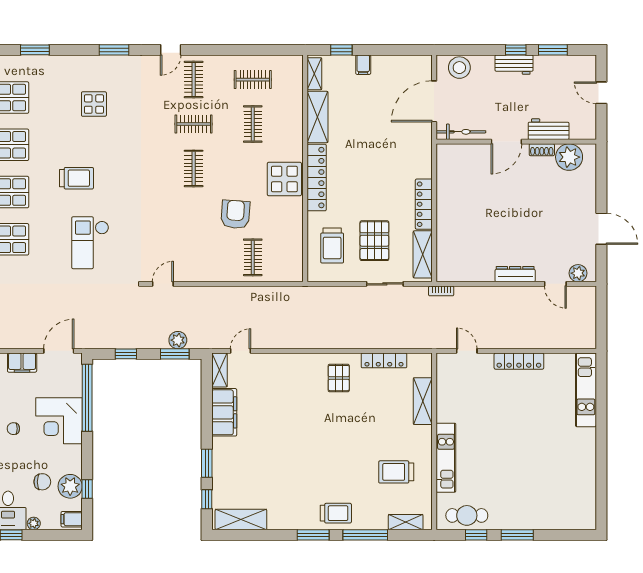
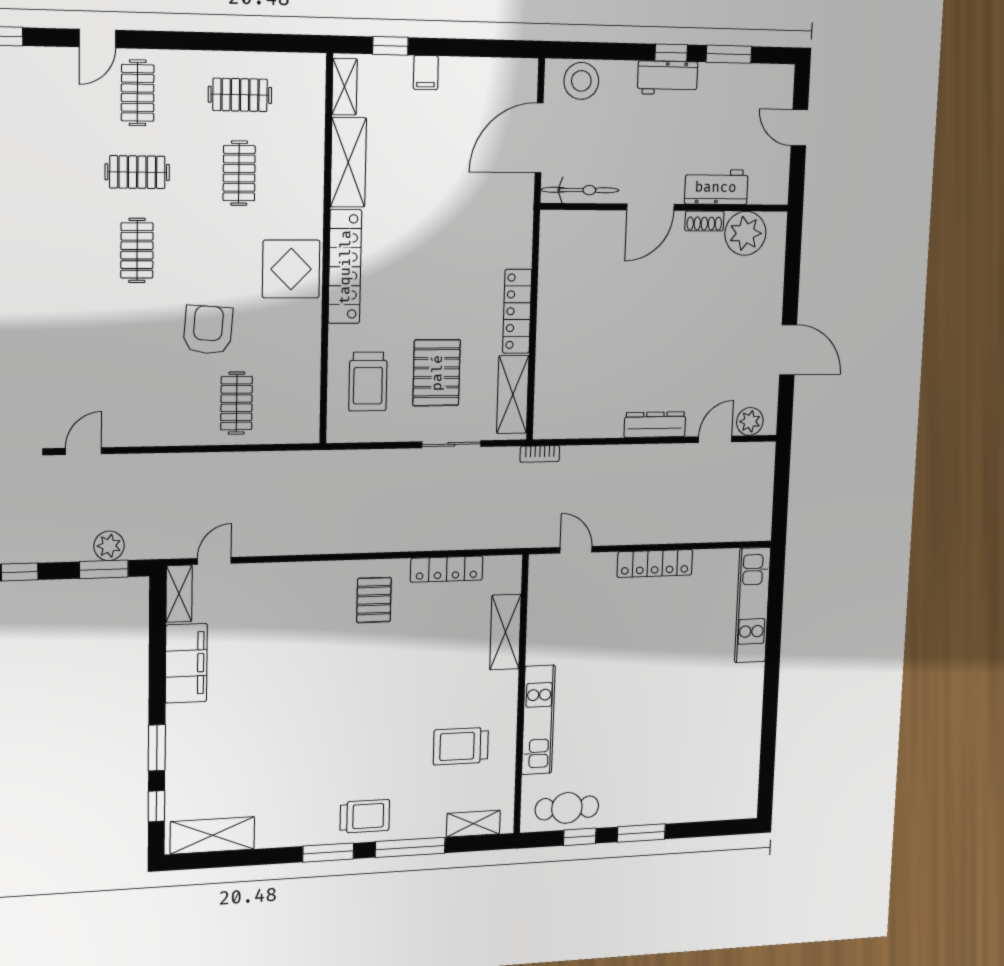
door: (555, 284) -> (715, 439), swing flipped

